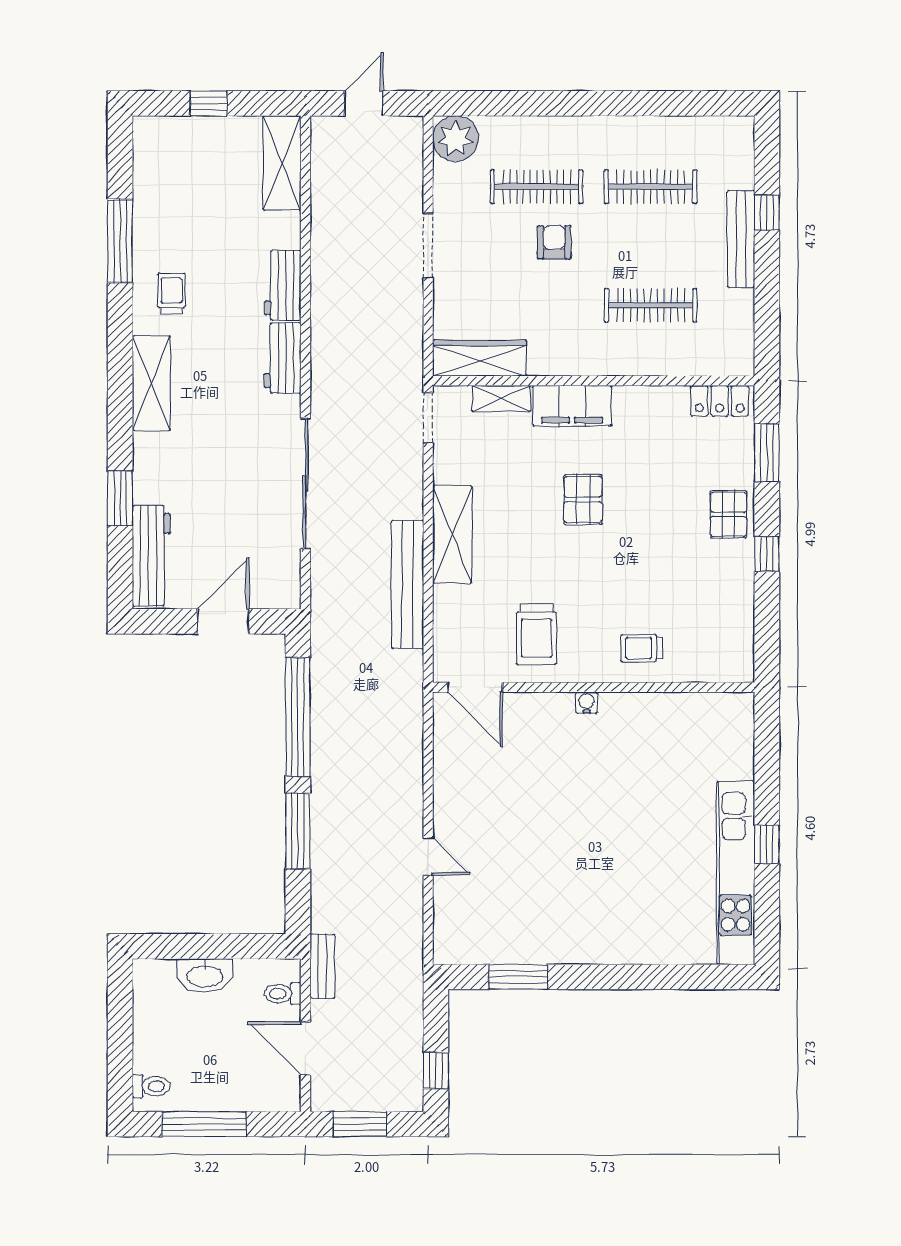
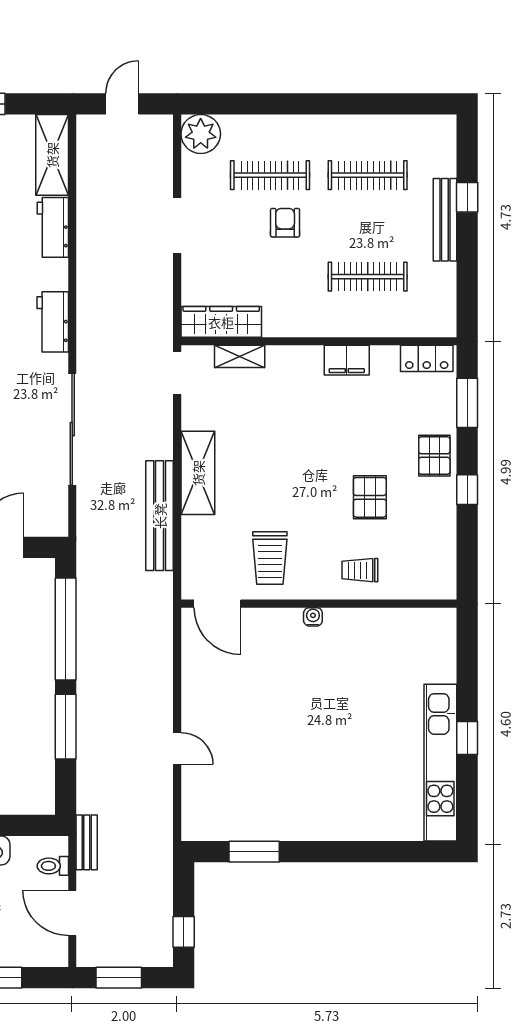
workbench: (283, 285) -> (53, 227), moved
filing cabinet: (572, 406) -> (347, 360), moved, width x0.67, depth x0.86
pallet: (583, 500) -> (370, 497), moved

